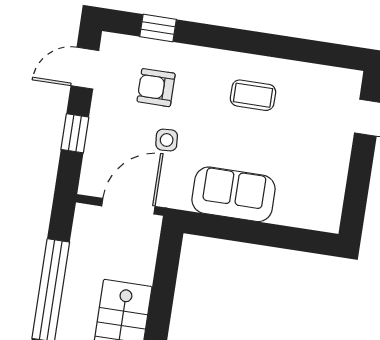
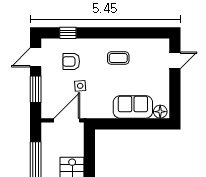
window: (75, 133) -> (36, 89), width x1.50
sofa: (233, 194) -> (133, 107), moved
floor lamp: (322, 218) -> (160, 112), added

